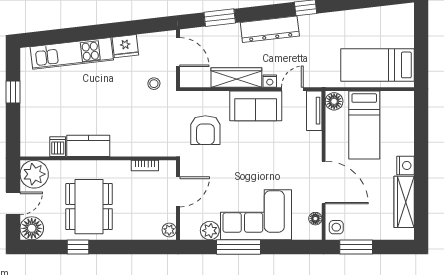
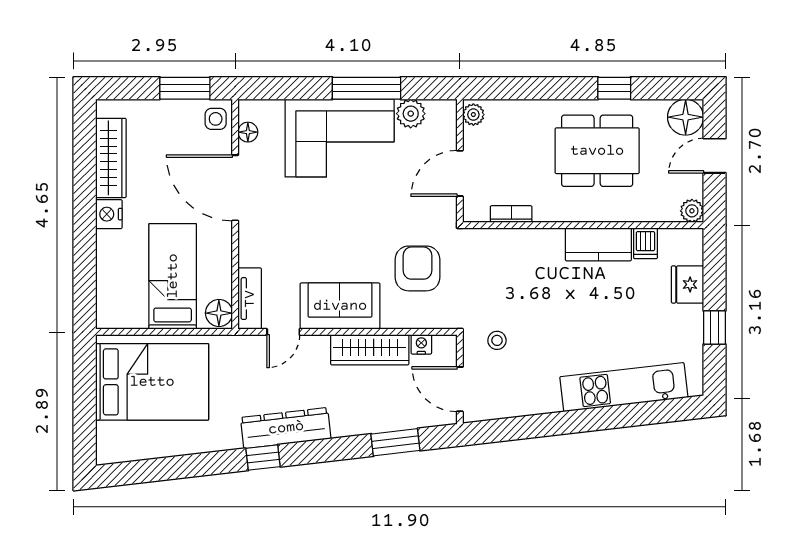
dresser: (270, 29) -> (286, 428), moved
fridge: (125, 46) -> (687, 284), moved, turned -83
bed: (377, 65) -> (152, 382), width x1.50
nightstand: (270, 81) -> (421, 344), moved
plant: (34, 174) -> (692, 211), width x0.53, depth x0.53
dining table: (89, 207) -> (597, 151), turned 90

